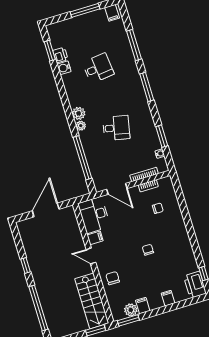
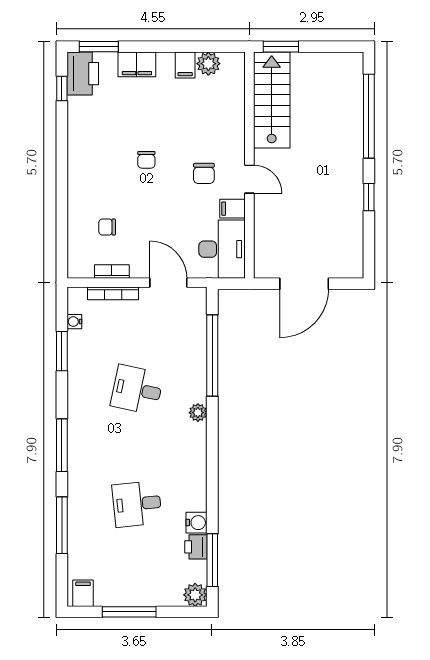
window: (50, 51) -> (212, 560), width x1.44
plant: (79, 113) -> (195, 595), moved
chair: (113, 278) -> (204, 173), moved
filing cabinet: (168, 298) -> (137, 64), width x2.00
window: (128, 320) -> (99, 47), moved

